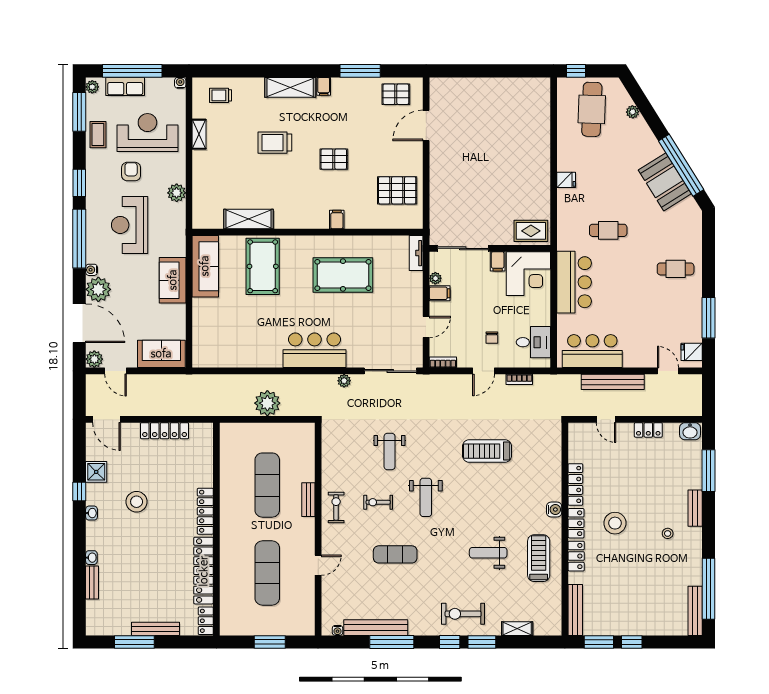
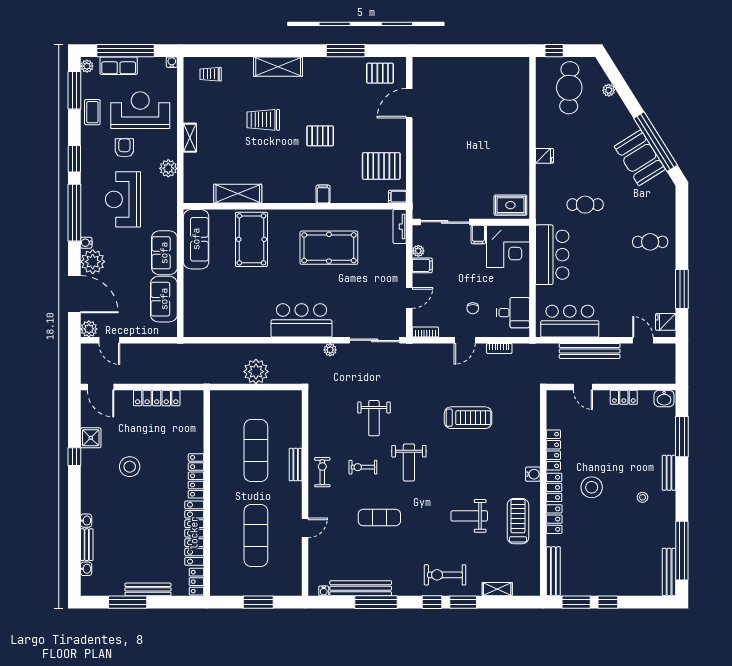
filing cabinet: (324, 86) -> (397, 197), moved, turned 90
shelving: (199, 134) -> (190, 138), moved
sofa: (161, 354) -> (164, 299), moved, turned -90
treadmill: (487, 451) -> (468, 418), turned 180
washbasin: (91, 513) -> (86, 569), moved

